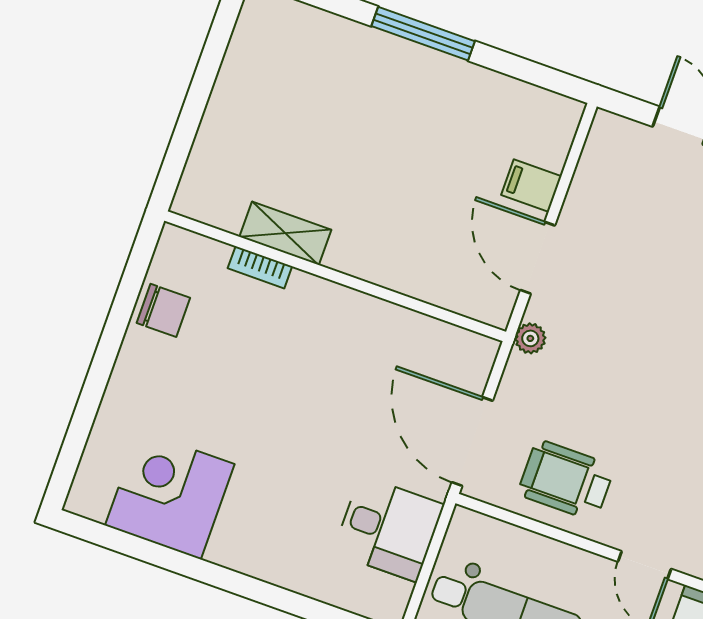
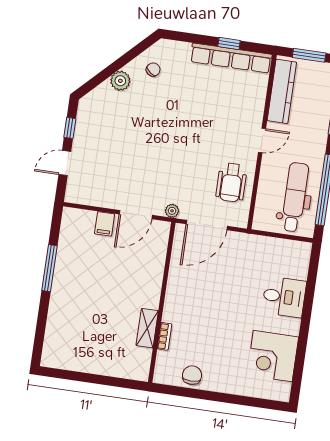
window: (423, 34) -> (49, 268), moved
door: (472, 441) -> (207, 225), moved
desk: (388, 528) -> (284, 297), moved, turned 90

